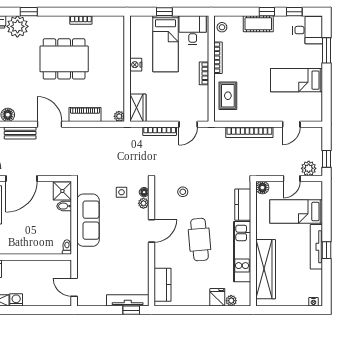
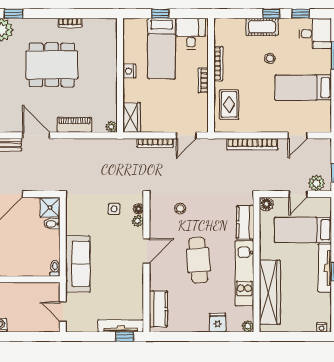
stool: (222, 27) -> (270, 58), moved
sofa: (88, 220) -> (78, 264), moved
plant: (231, 301) -> (248, 326), moved

